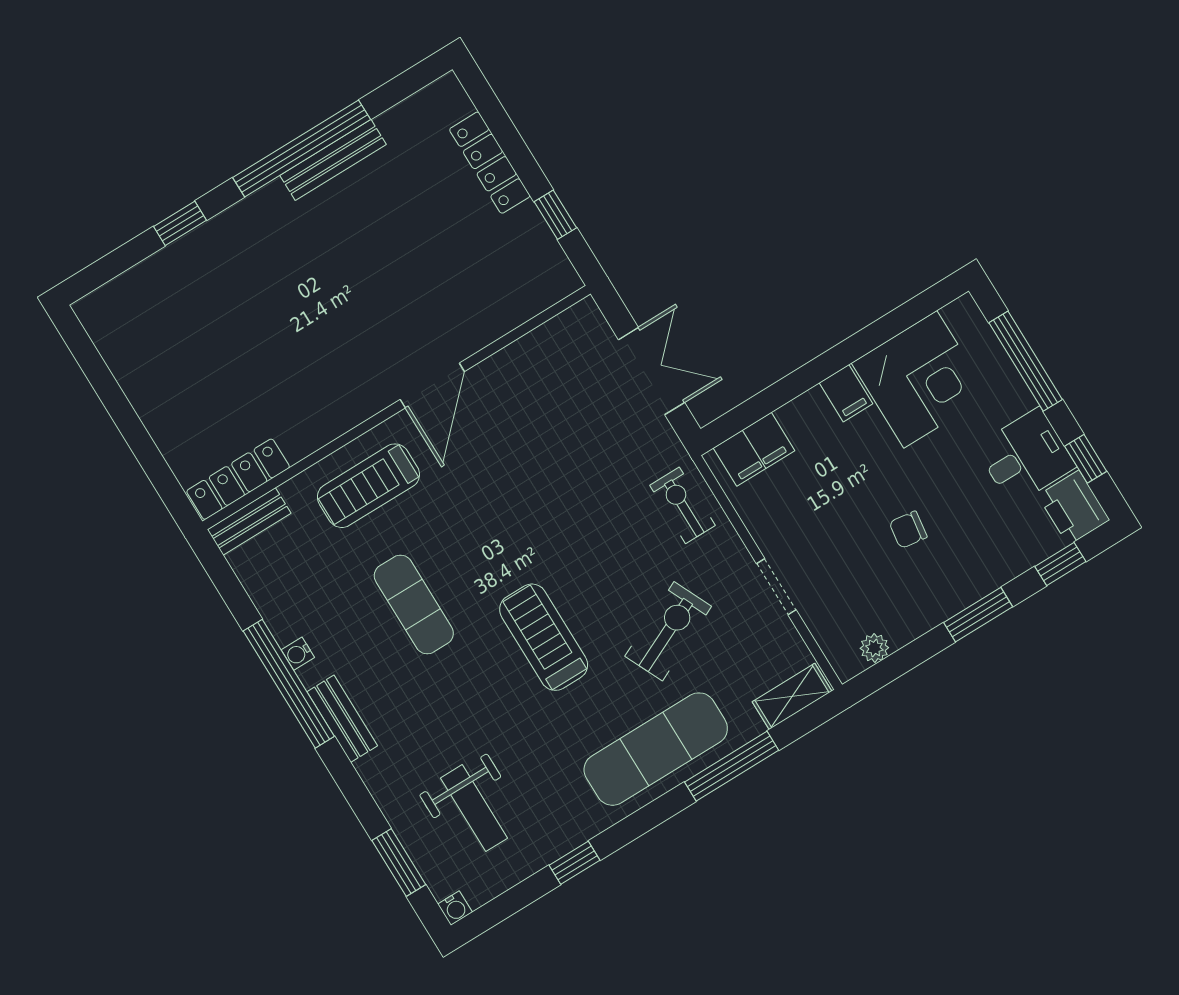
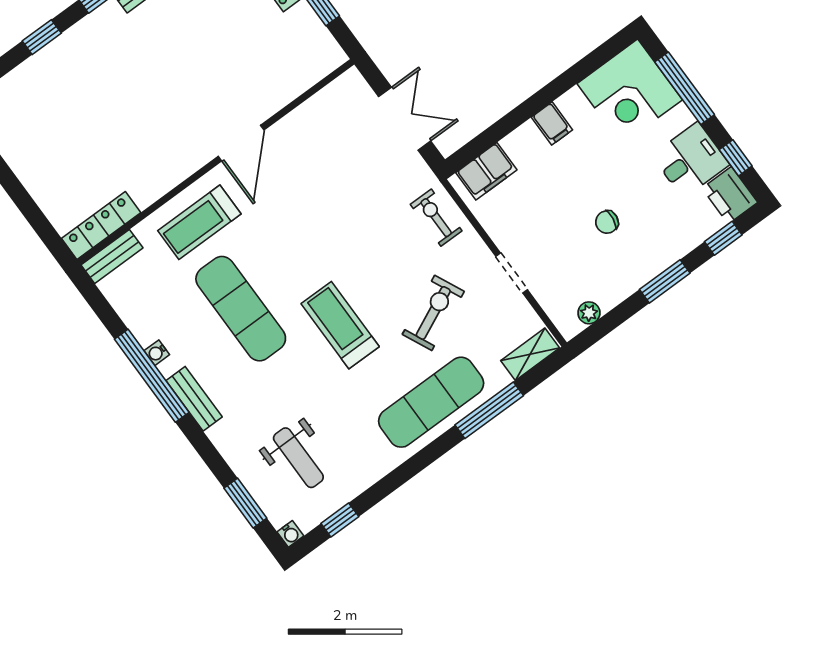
corner desk: (920, 379) -> (630, 92), moved, turned 90
exercise mat: (414, 604) -> (241, 309), width x1.36, depth x1.45
window: (575, 863) -> (340, 520), moved

